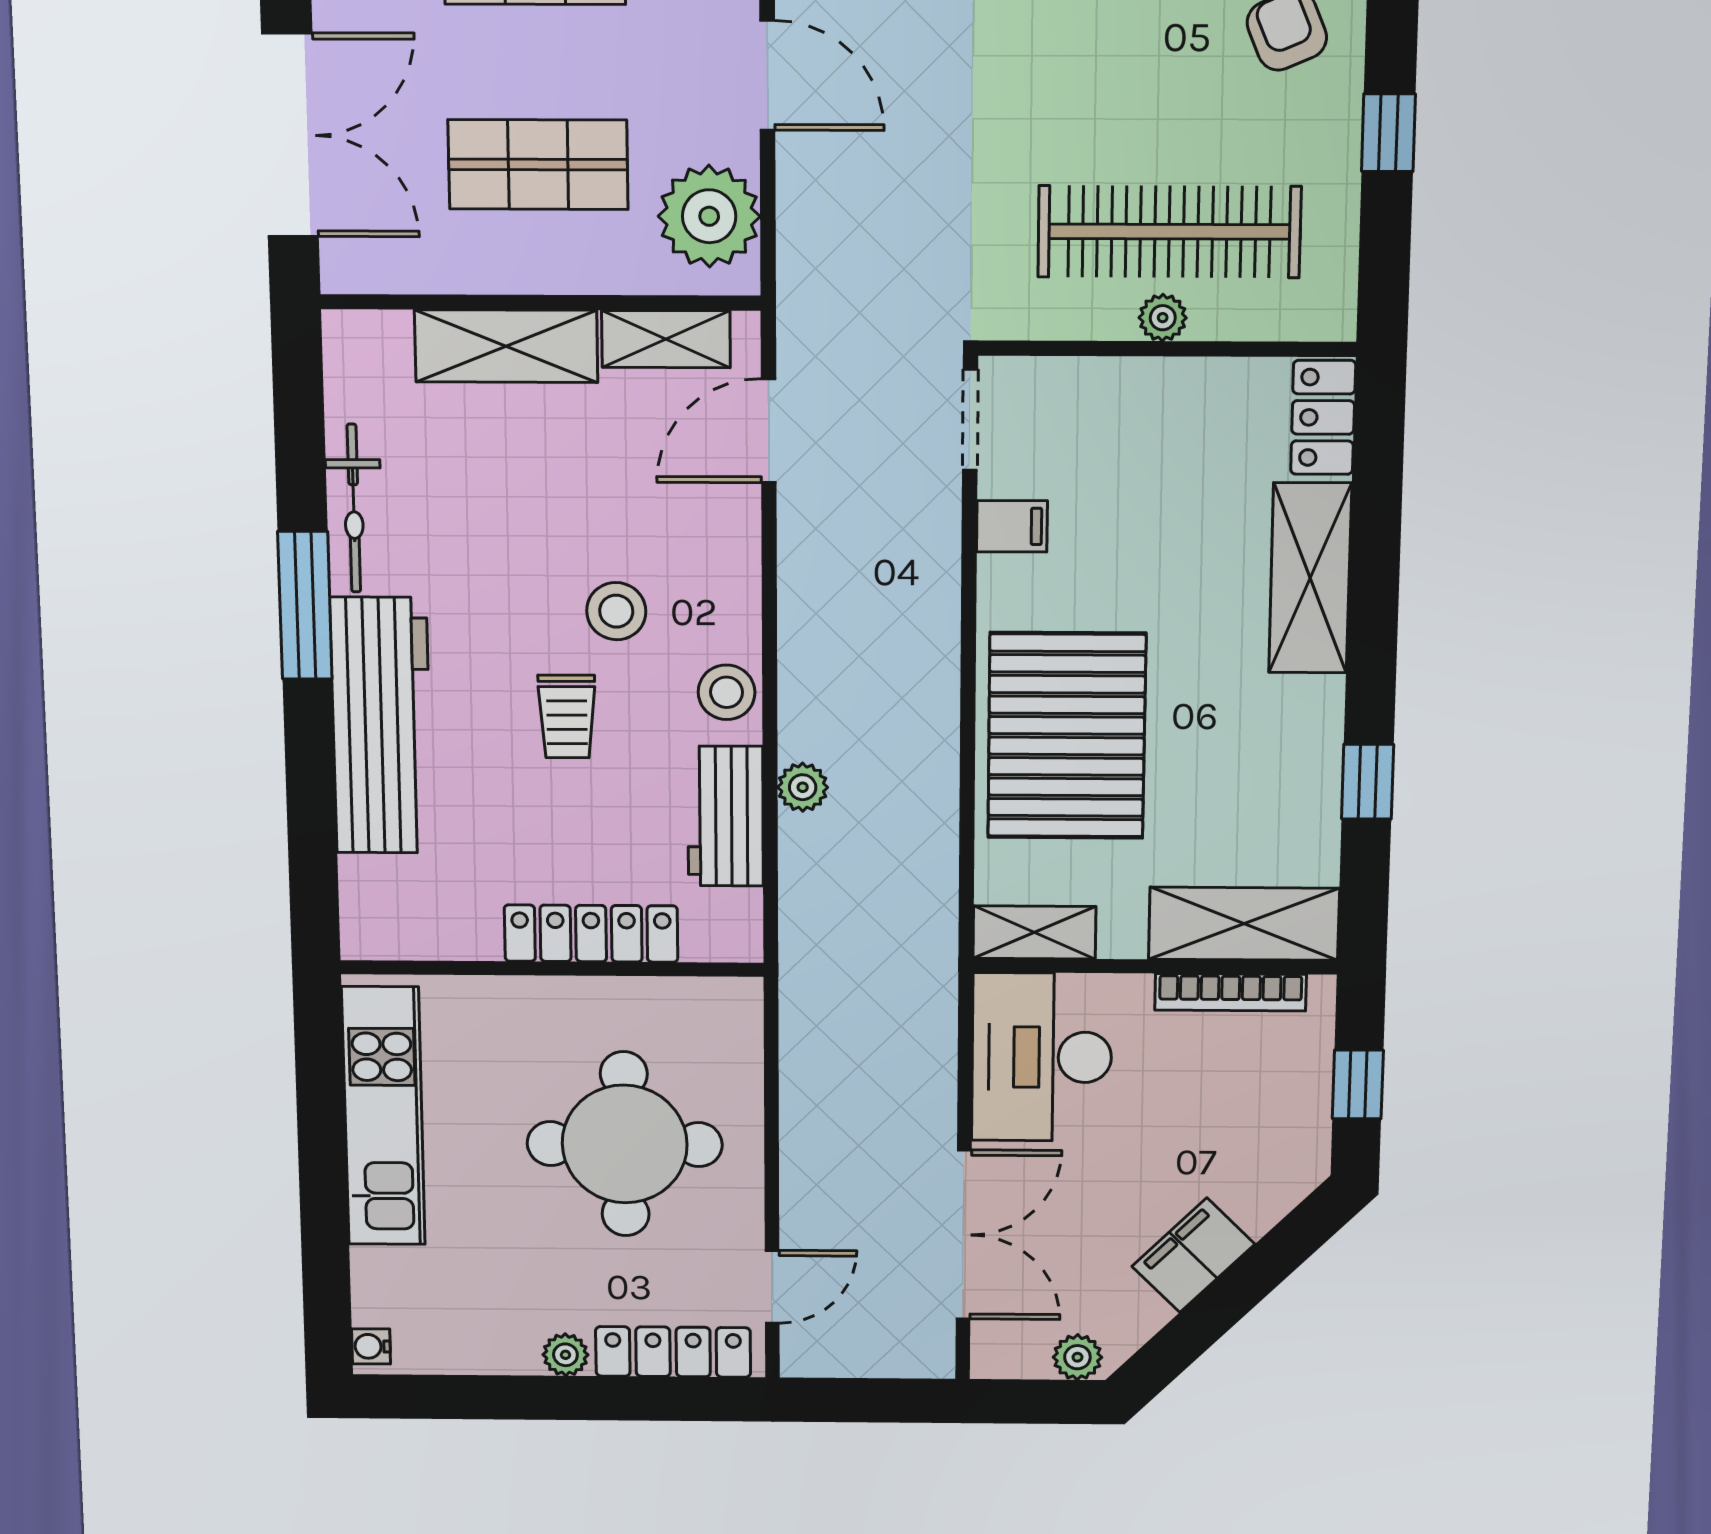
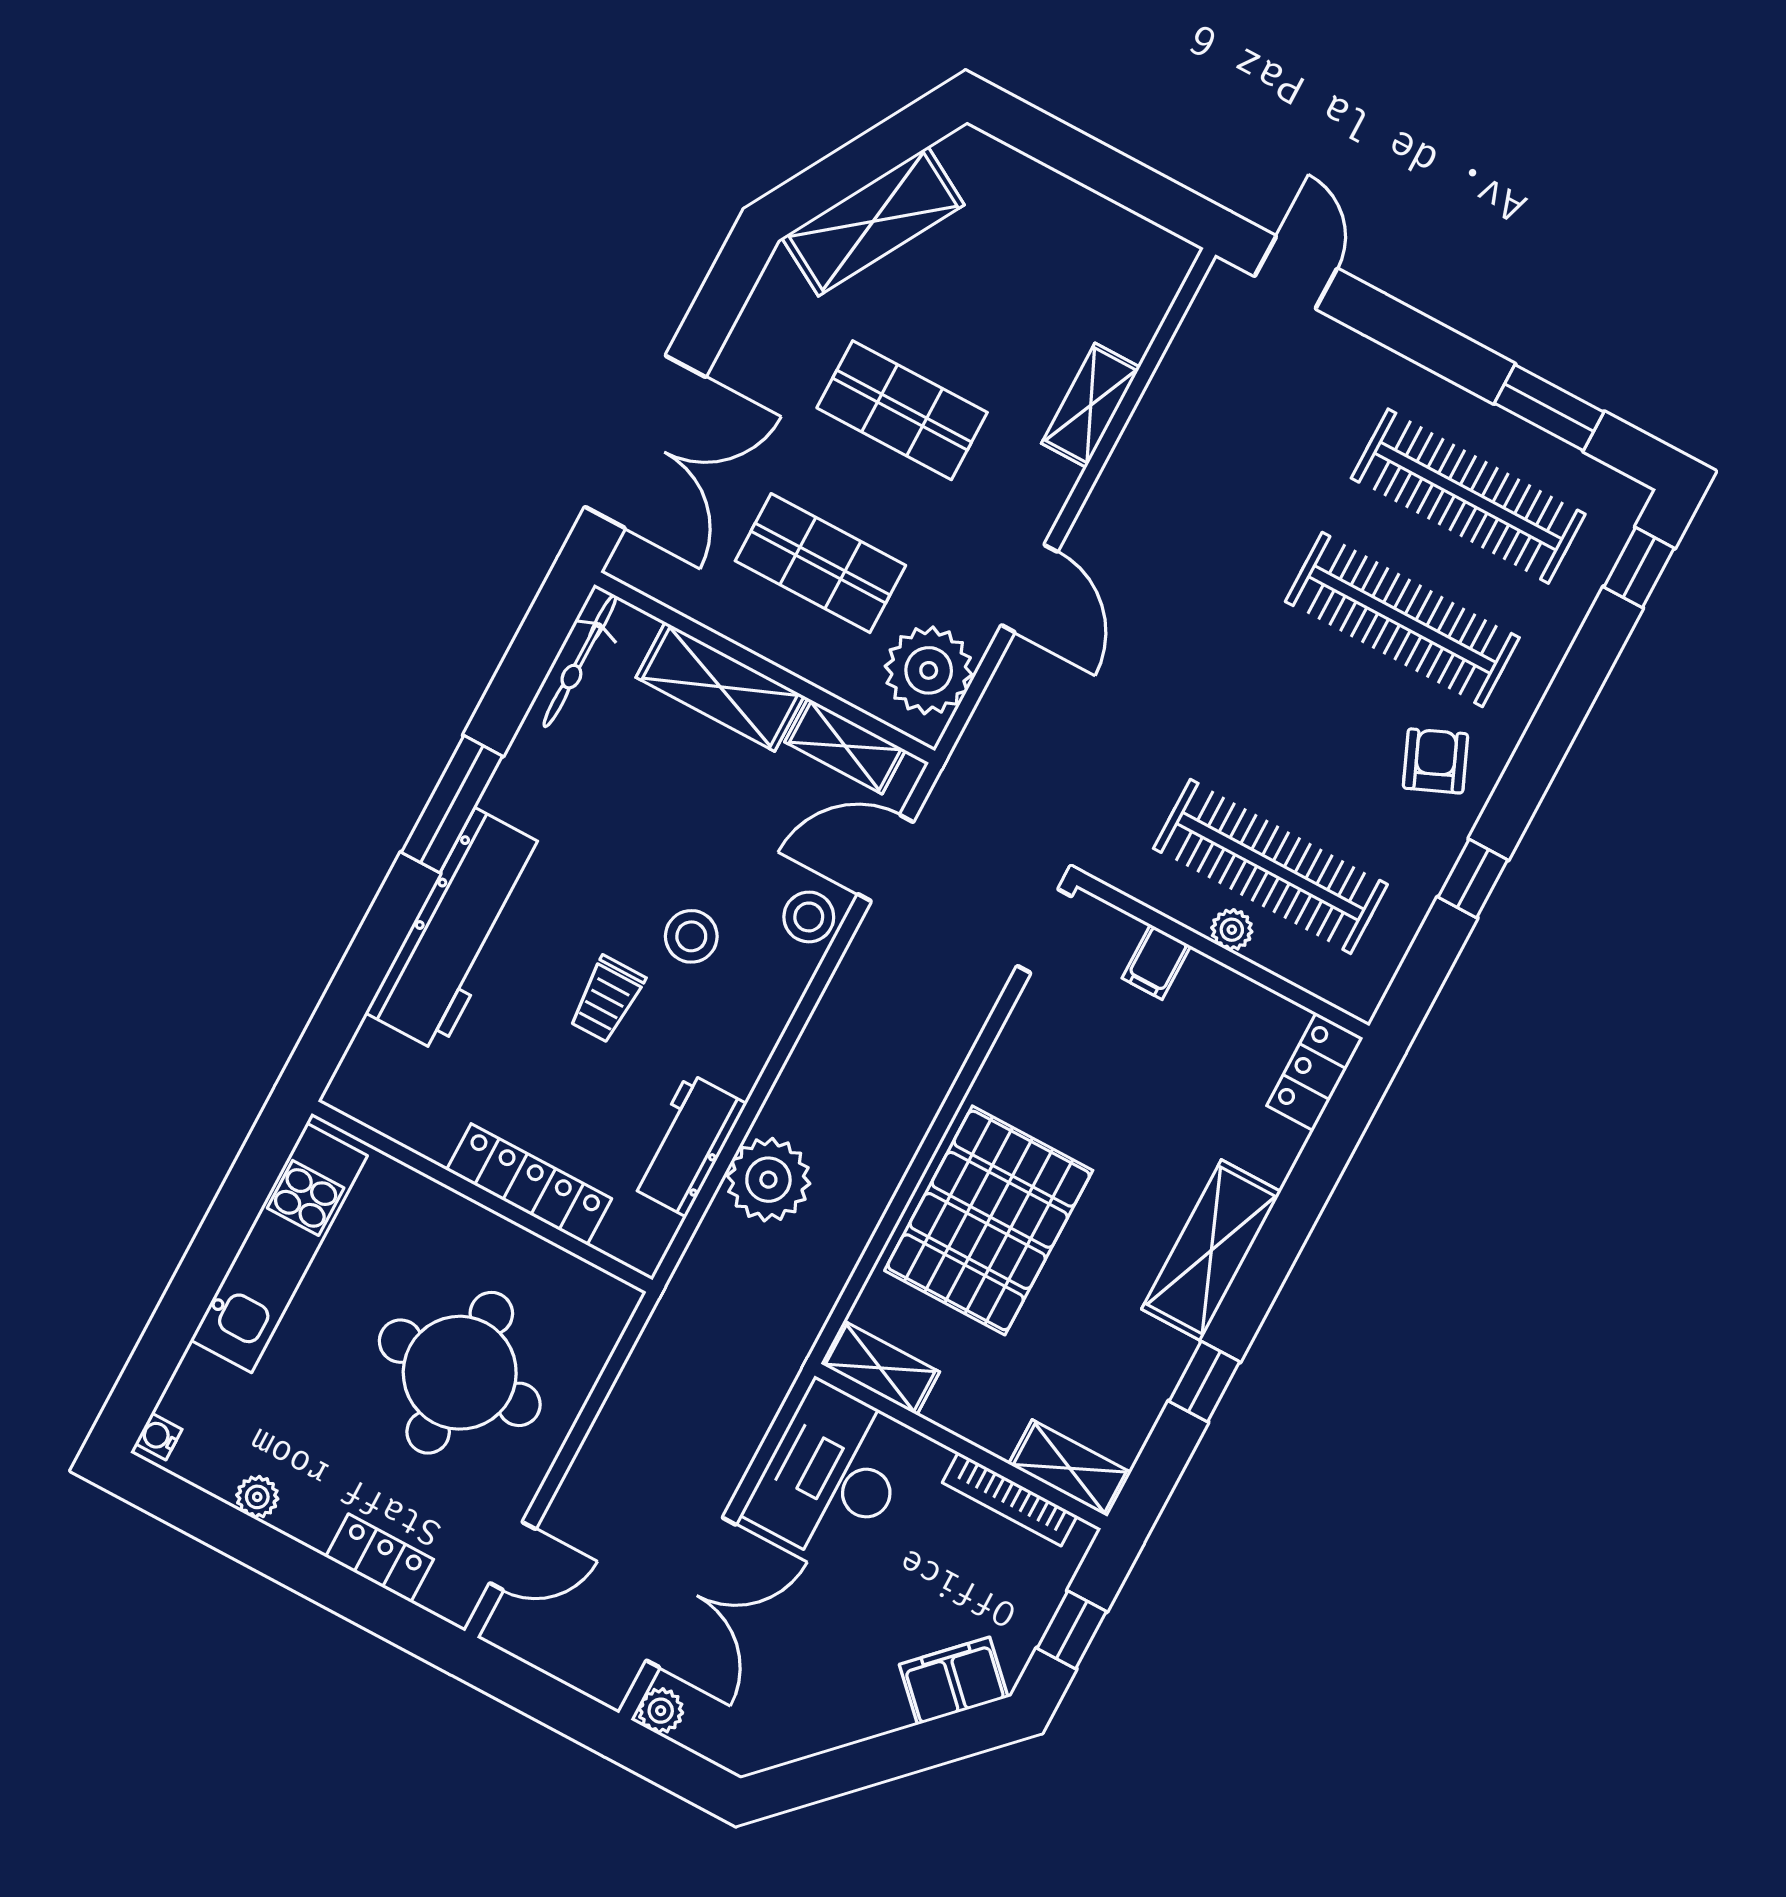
bicycle: (354, 508) -> (580, 661), moved
filing cabinet: (1012, 526) -> (1156, 962), moved, turned 90
shelving: (1310, 578) -> (1211, 1250), moved
stool: (727, 692) -> (809, 917), moved
plant: (803, 787) -> (768, 1180), width x1.88, depth x1.88
shelving: (1244, 924) -> (1070, 1468), width x0.67, depth x0.75
filing cabinet: (1193, 1255) -> (954, 1681), moved
locker: (673, 1352) -> (380, 1558), width x0.66
plant: (565, 1355) -> (257, 1497), moved
plant: (1077, 1357) -> (661, 1711), moved

